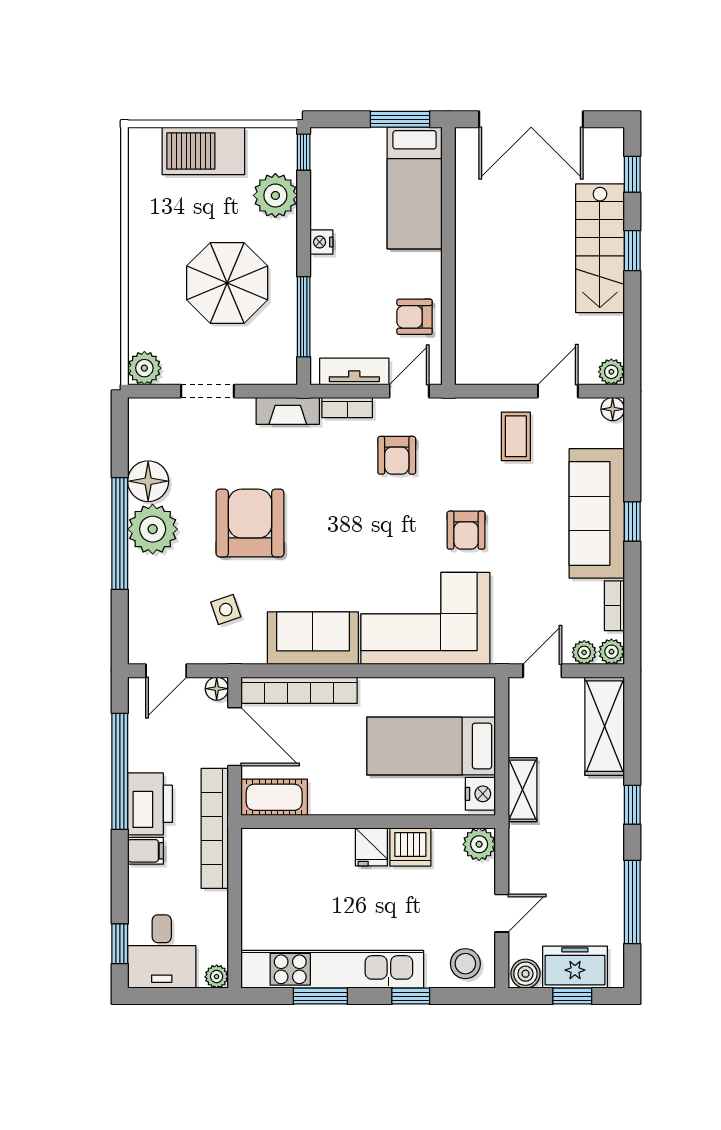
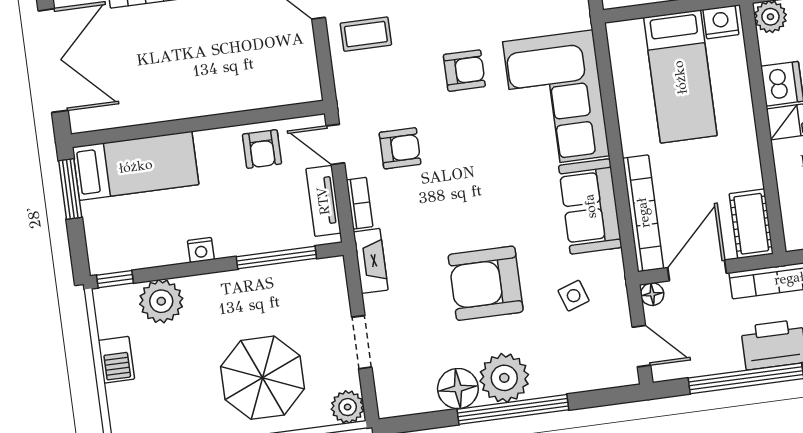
barbecue: (203, 151) -> (116, 360), width x0.53, depth x0.65
parasol: (227, 283) -> (262, 378), moved

